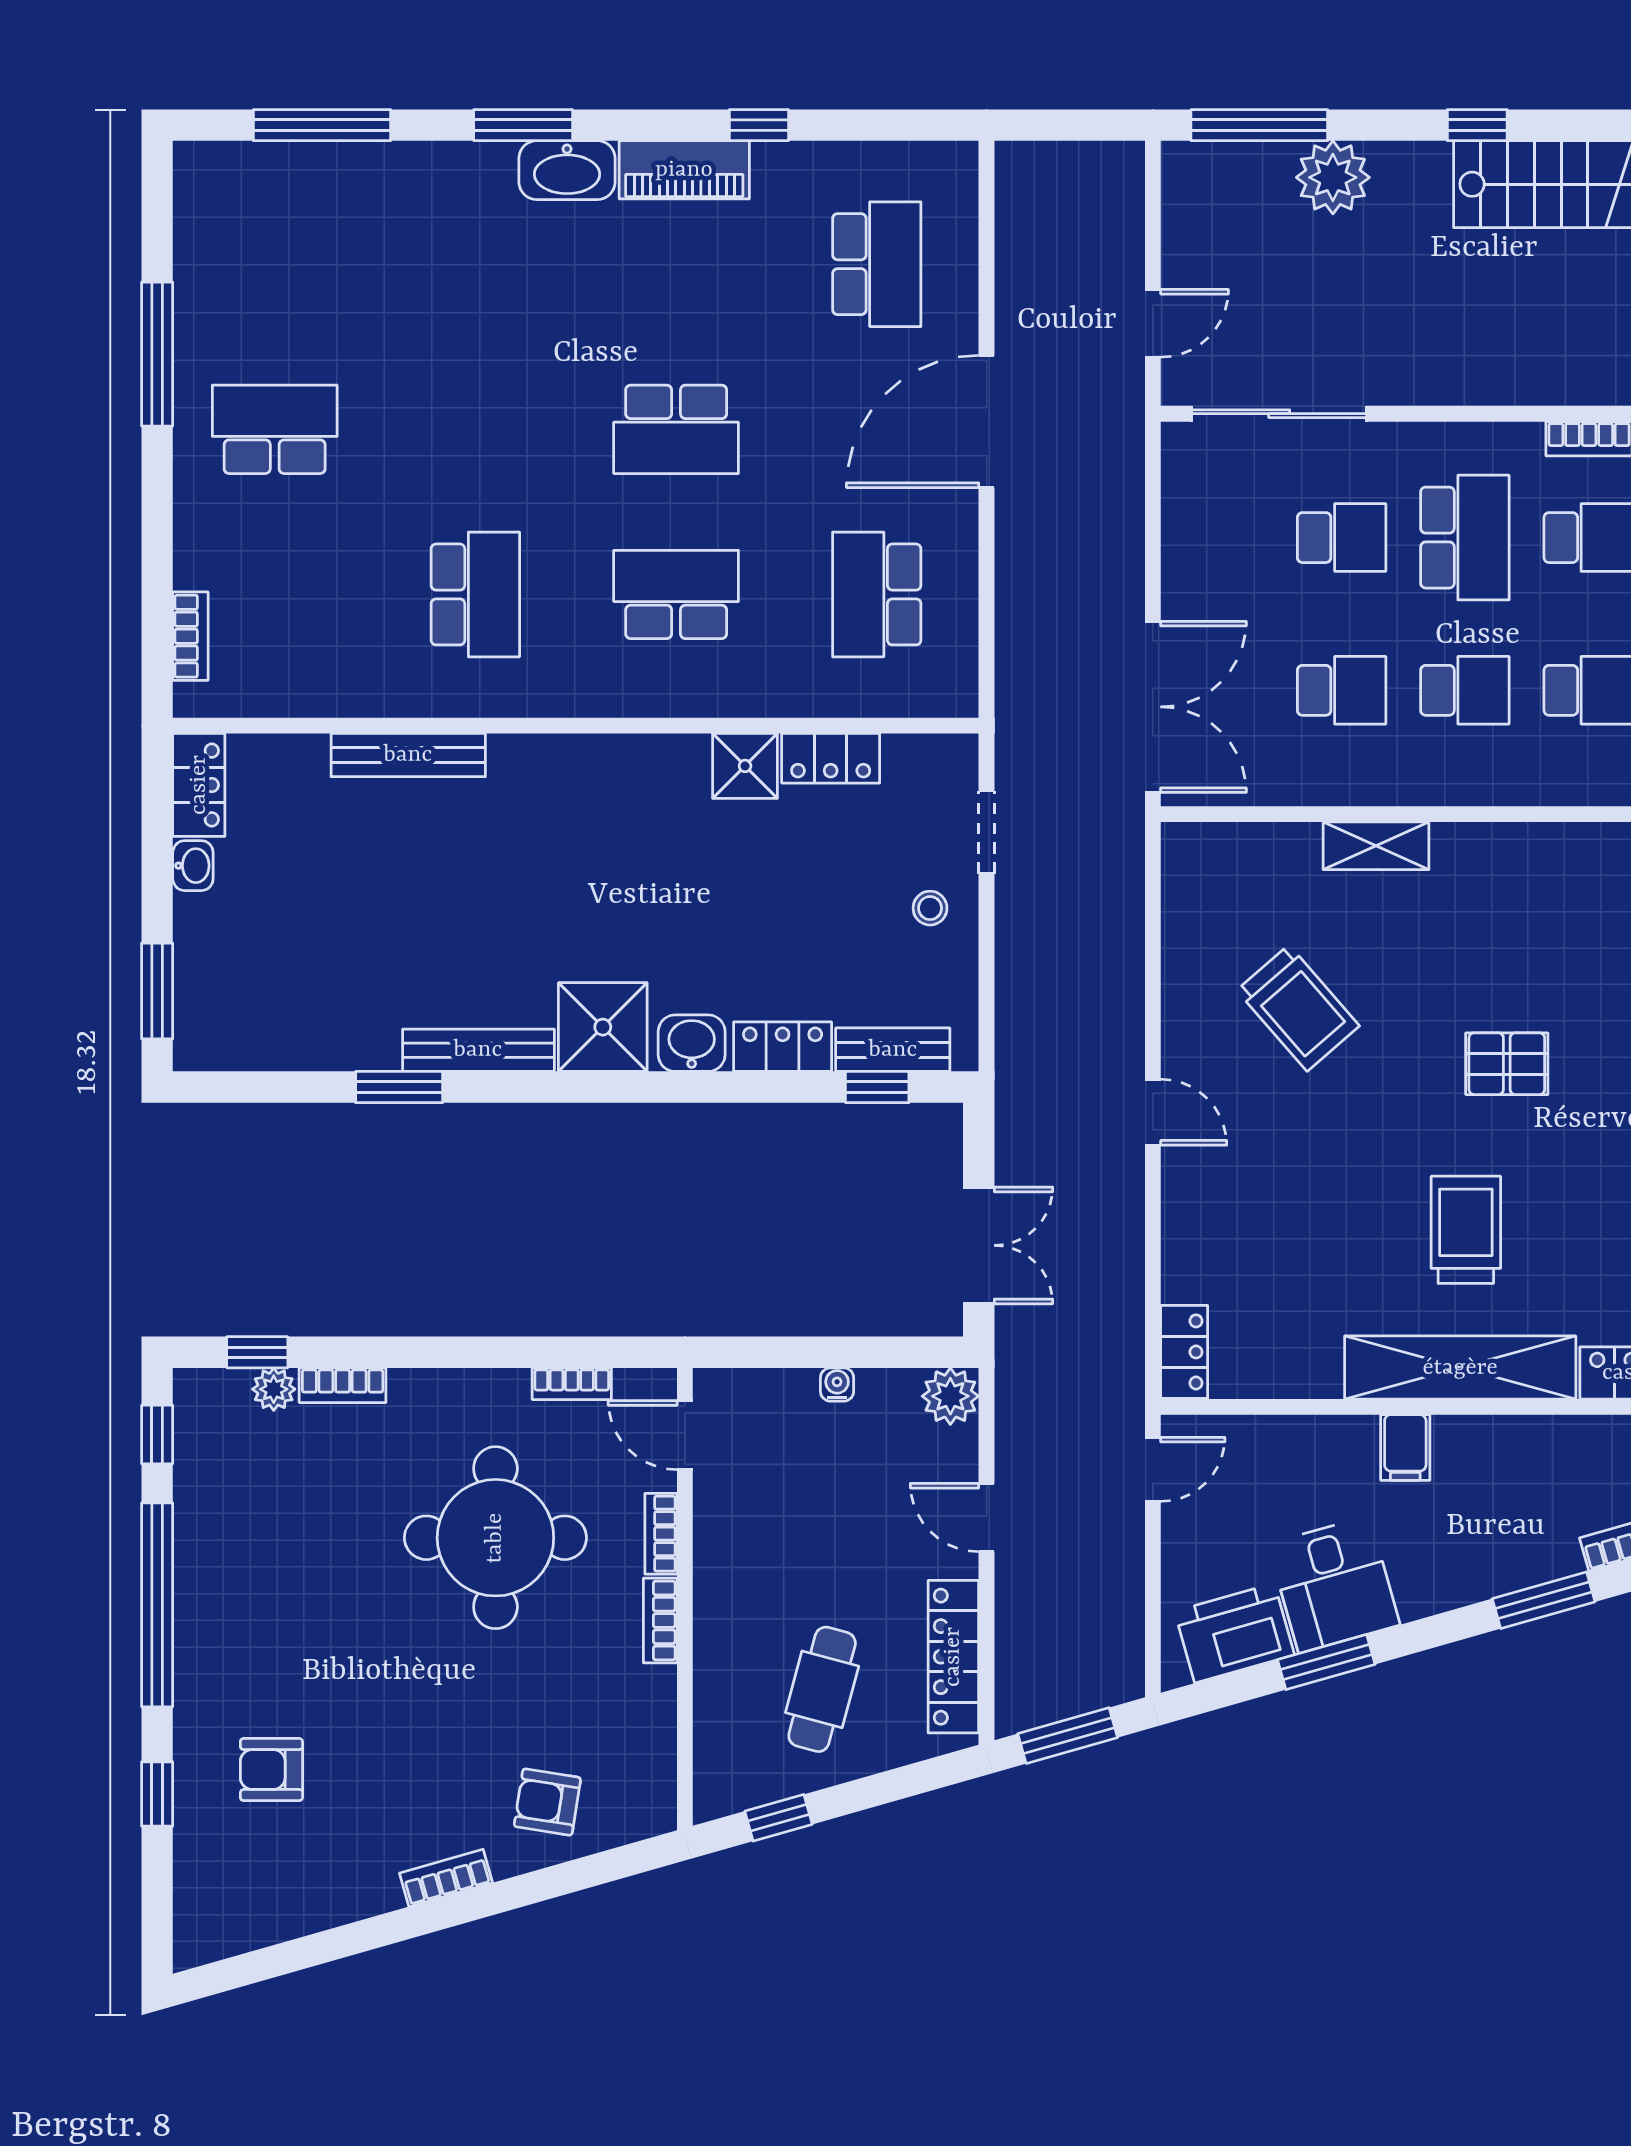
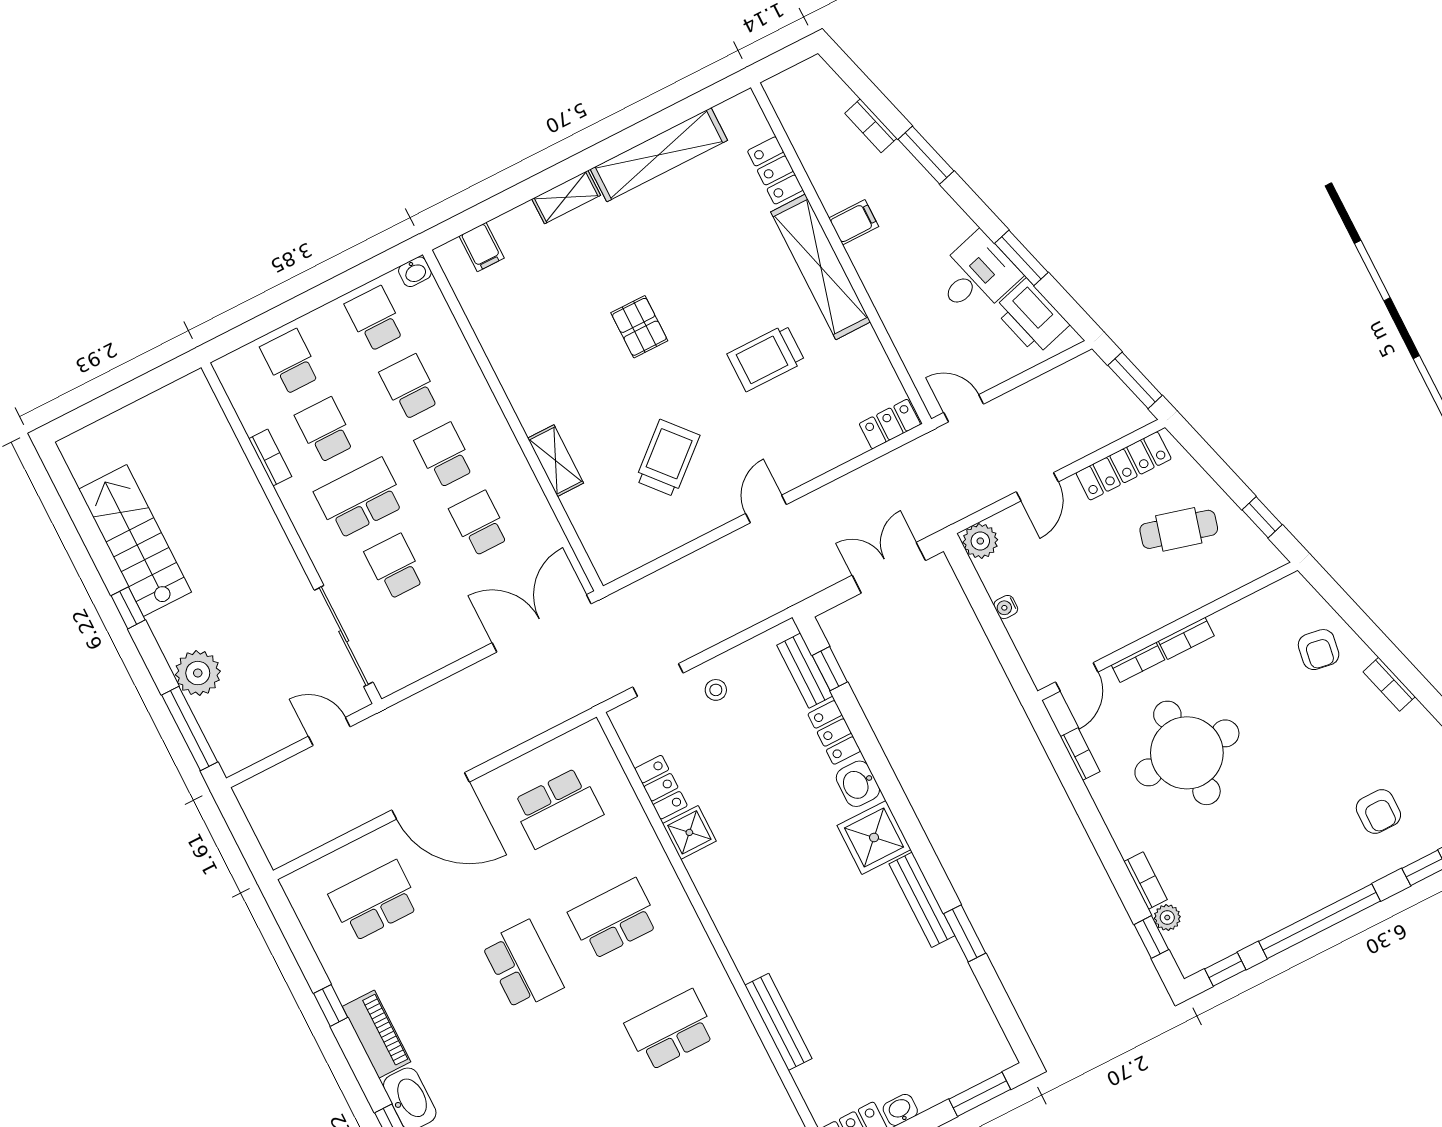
school desk: (676, 594) -> (614, 919), turned 90
trolley: (1466, 1230) -> (766, 358), moved
filing cabinet: (1405, 1447) -> (854, 222), moved

